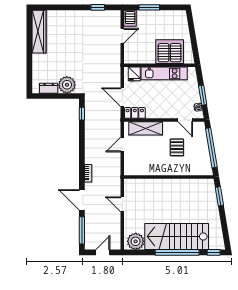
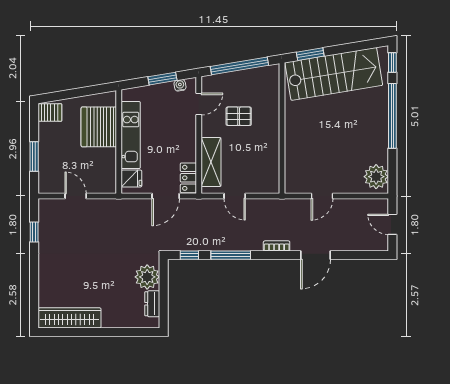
server rack: (130, 18) -> (50, 112), moved
window: (82, 230) -> (231, 255), moved
stairs: (177, 236) -> (334, 74), moved, turned -99

